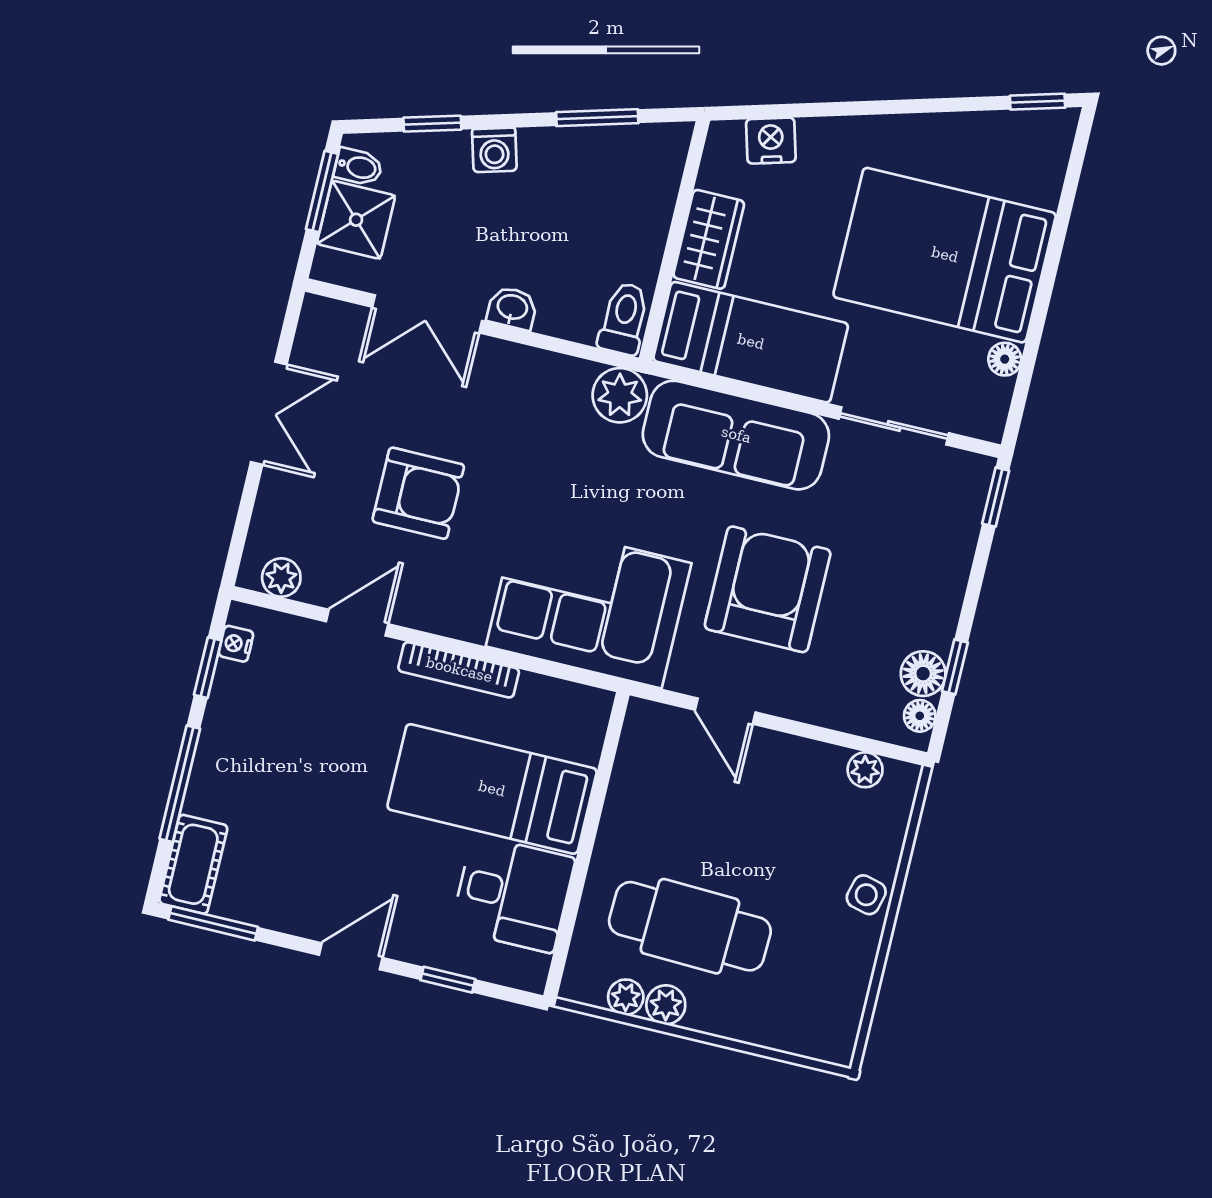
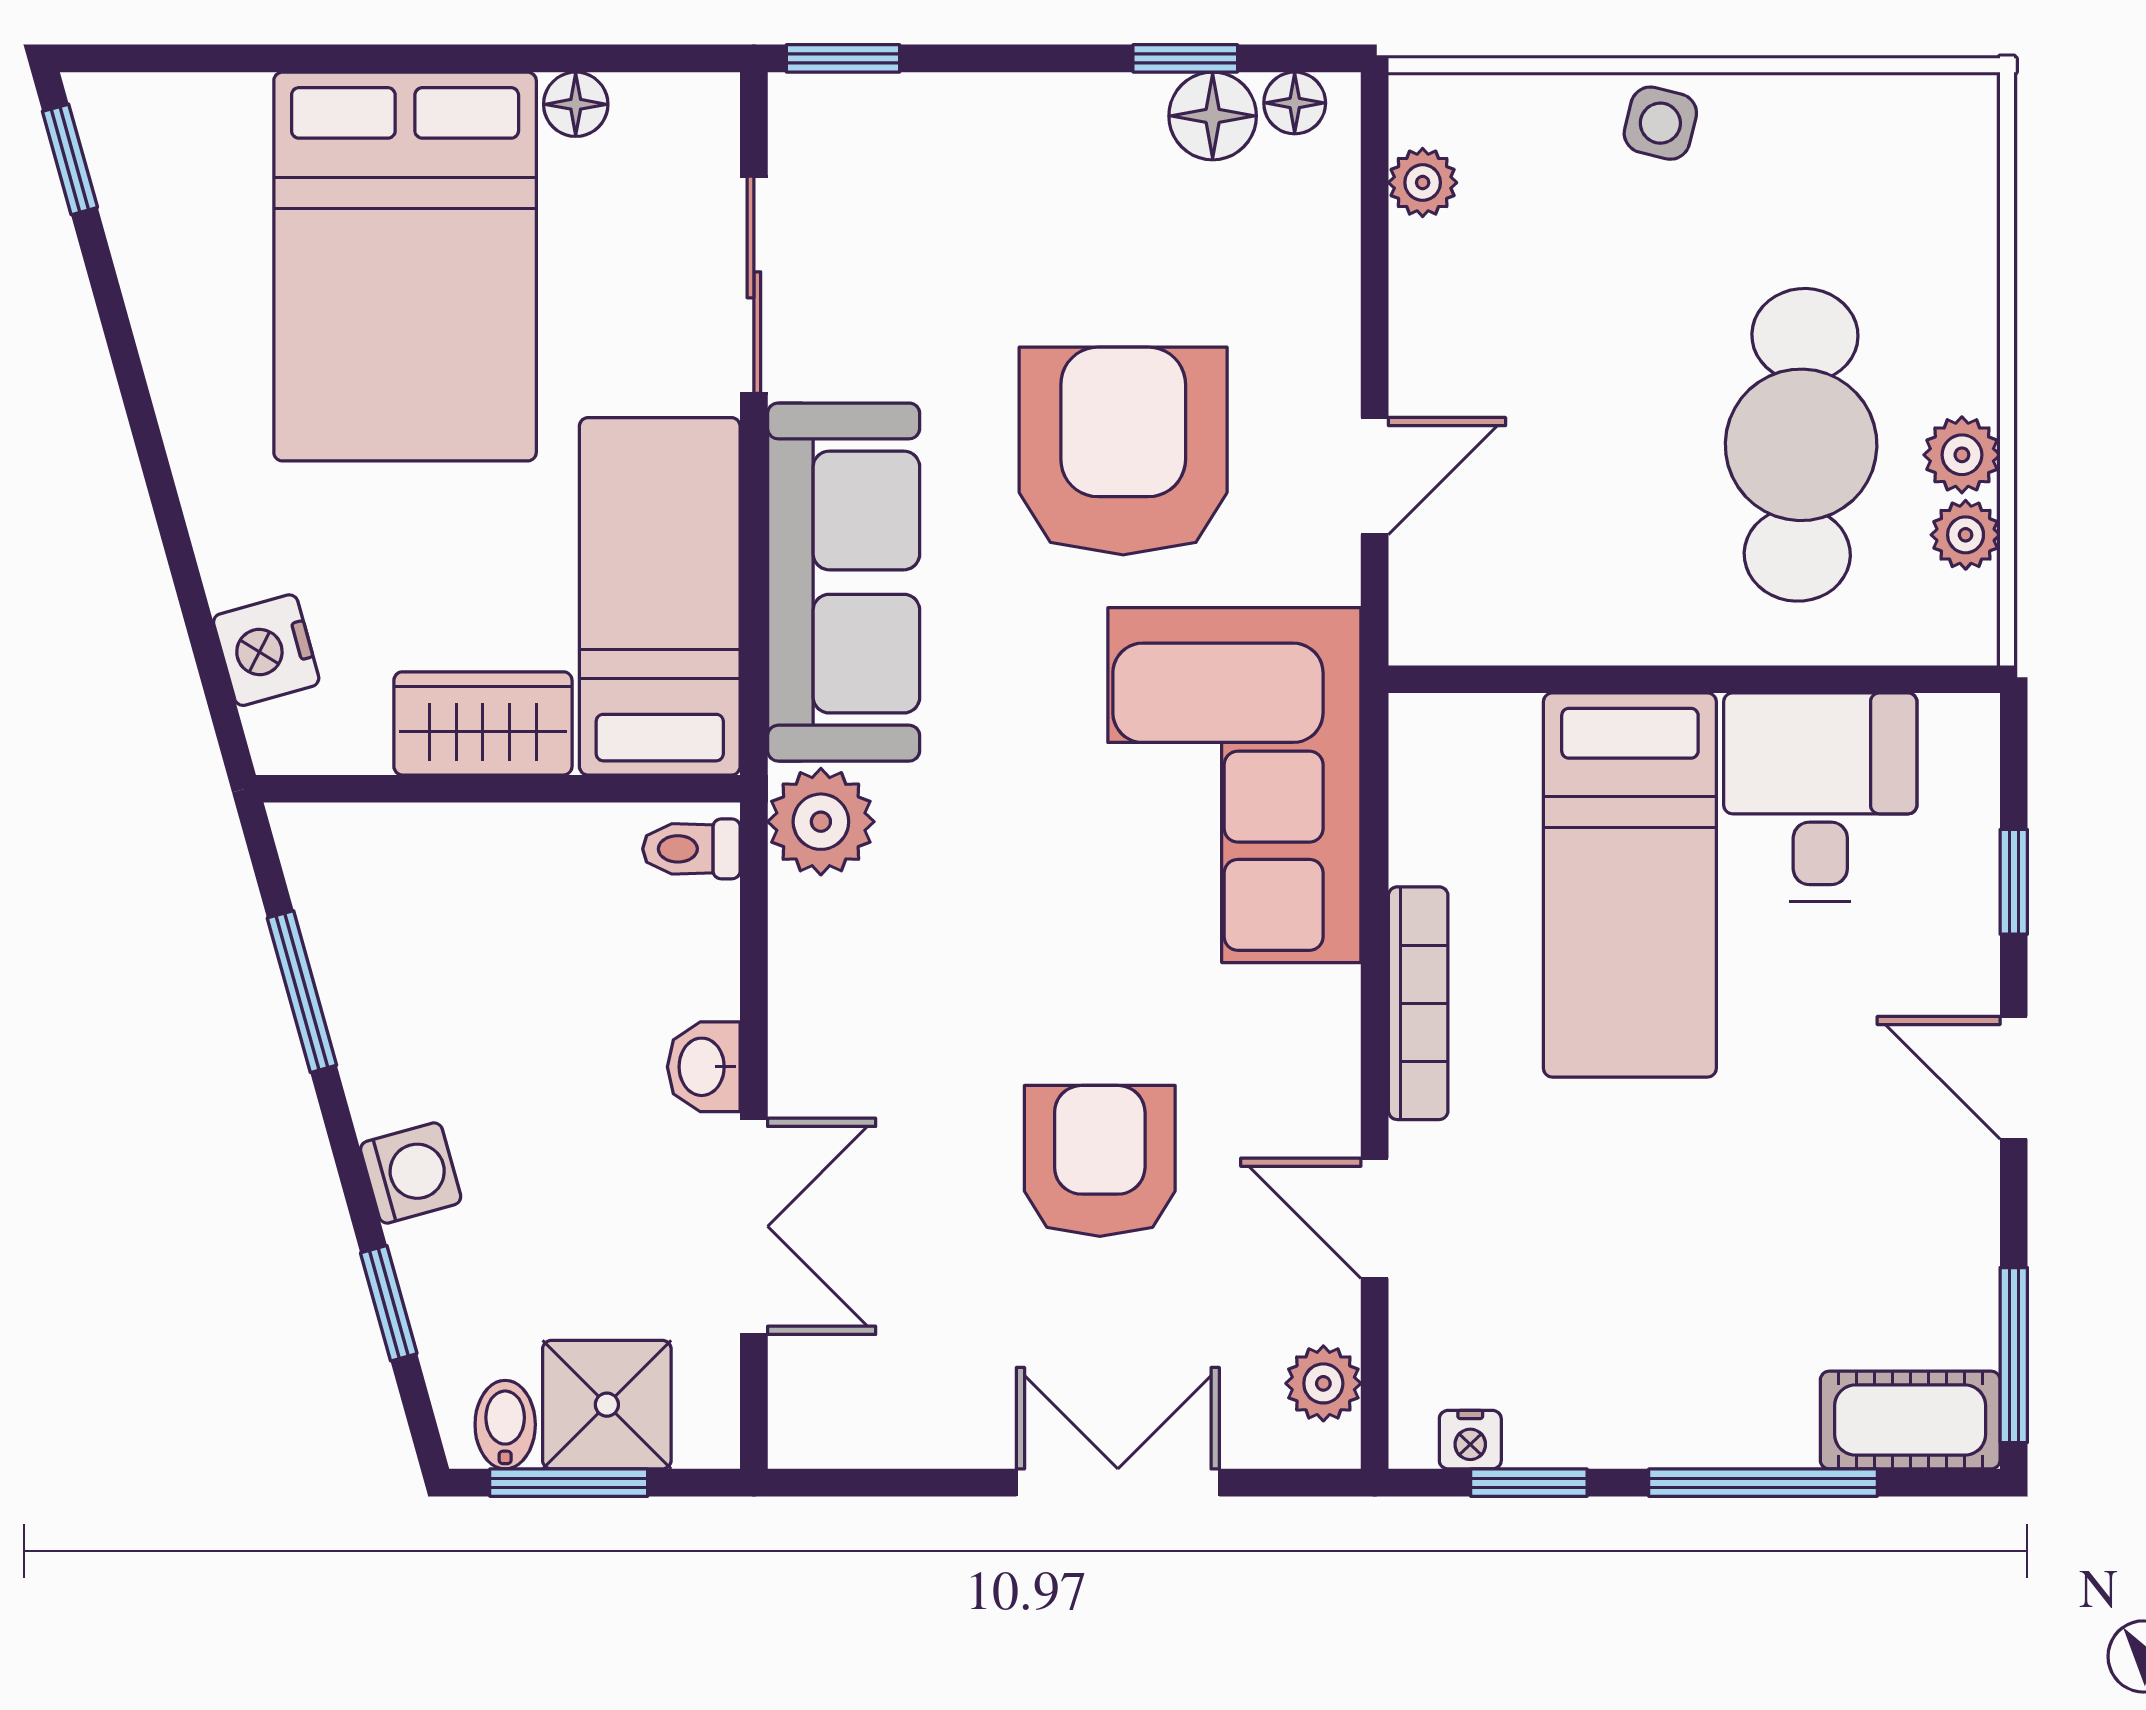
toilet: (624, 319) -> (691, 849), width x0.73, depth x0.72
double door: (269, 413) -> (1118, 1483), moved
armchair: (768, 589) -> (1123, 451), turned 90

